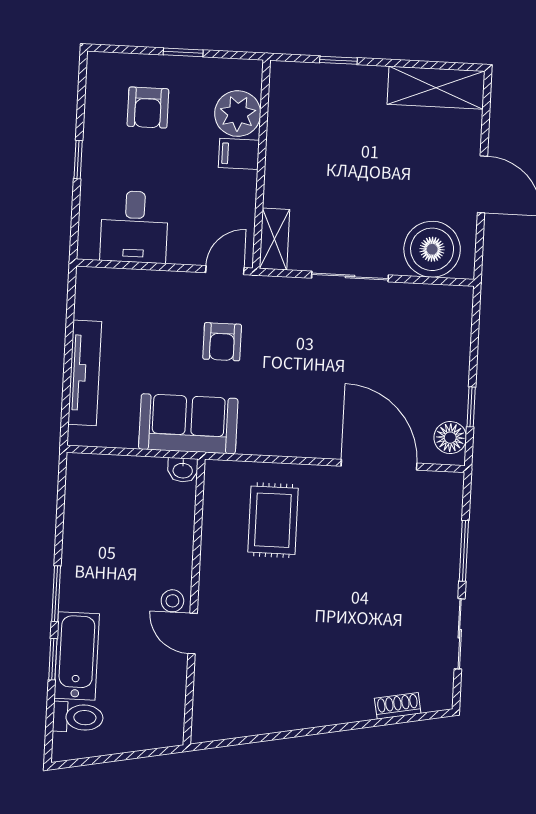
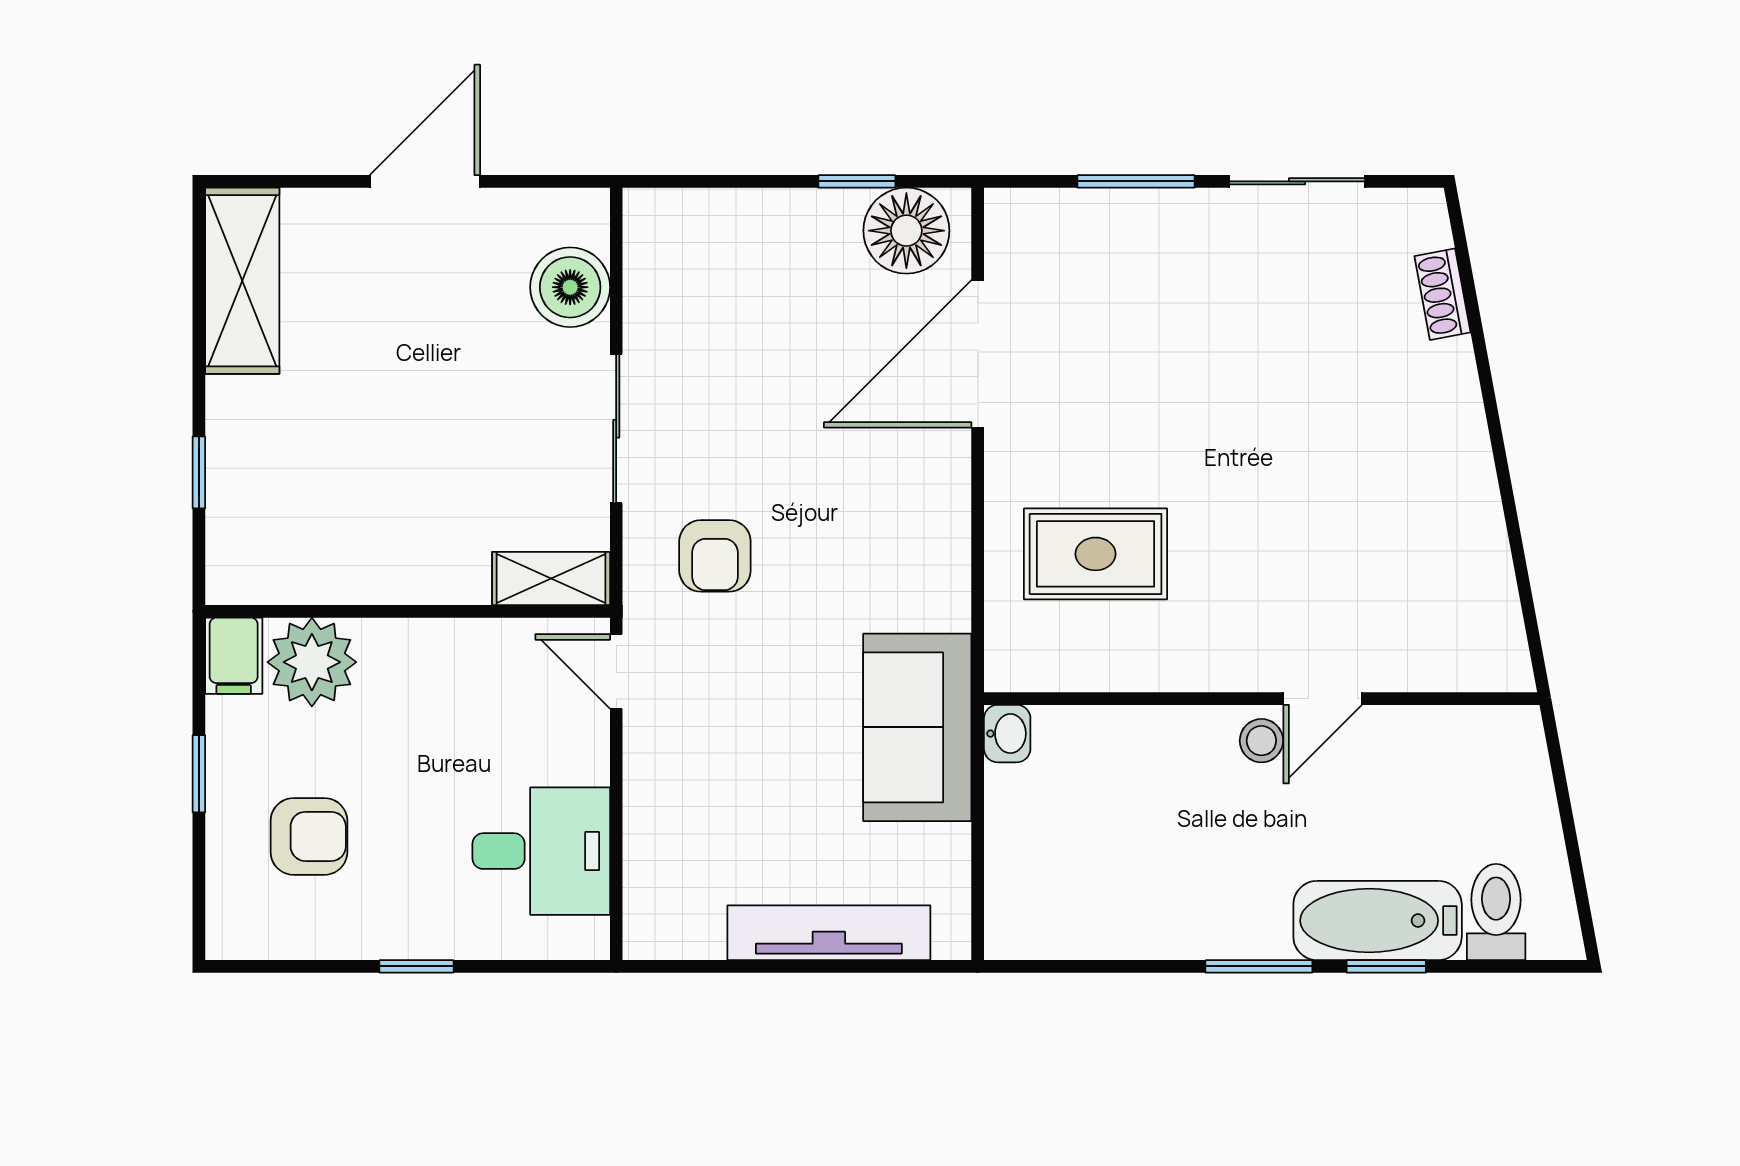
filing cabinet: (239, 154) -> (234, 656), moved
boiler: (432, 249) -> (570, 287), width x0.73, depth x0.73
armchair: (222, 342) -> (715, 556), moved, turned 90
floor lamp: (450, 438) -> (906, 231), width x1.38, depth x1.38

